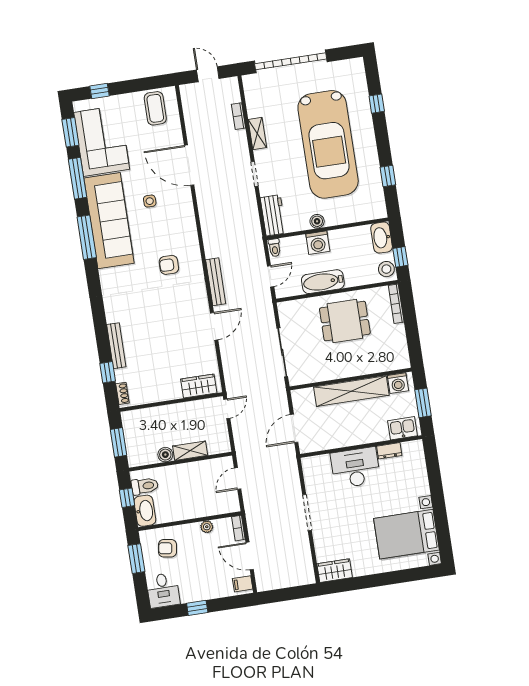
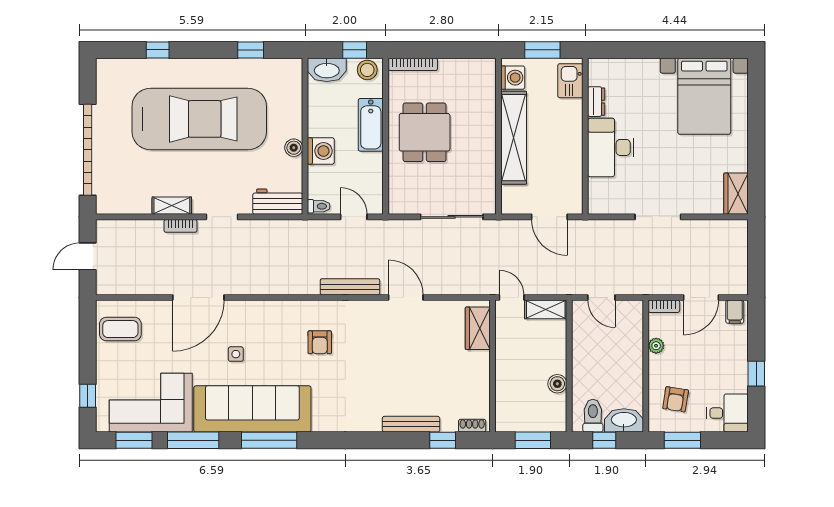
bookcase: (239, 116) -> (181, 226), moved
bathtub: (323, 282) -> (371, 125), moved
shelving: (190, 451) -> (546, 309), moved, turned 90

